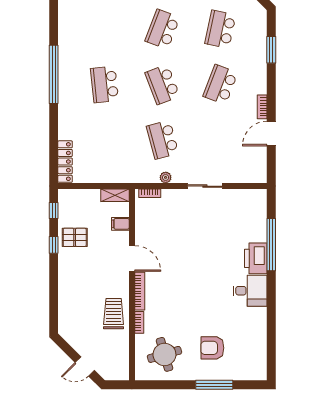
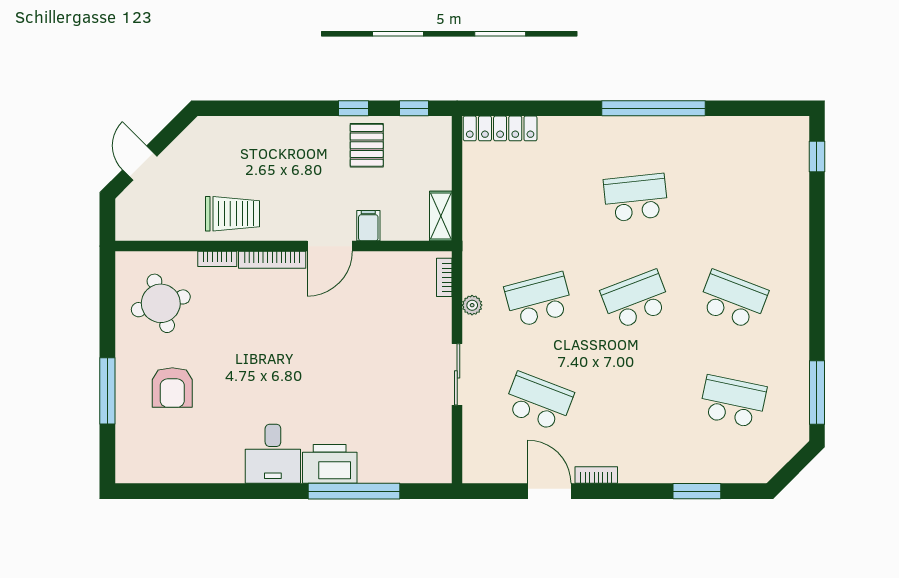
school desk: (220, 84) -> (539, 402), moved
filing cabinet: (120, 224) -> (368, 226), moved
armchair: (212, 348) -> (172, 387), turned 180

